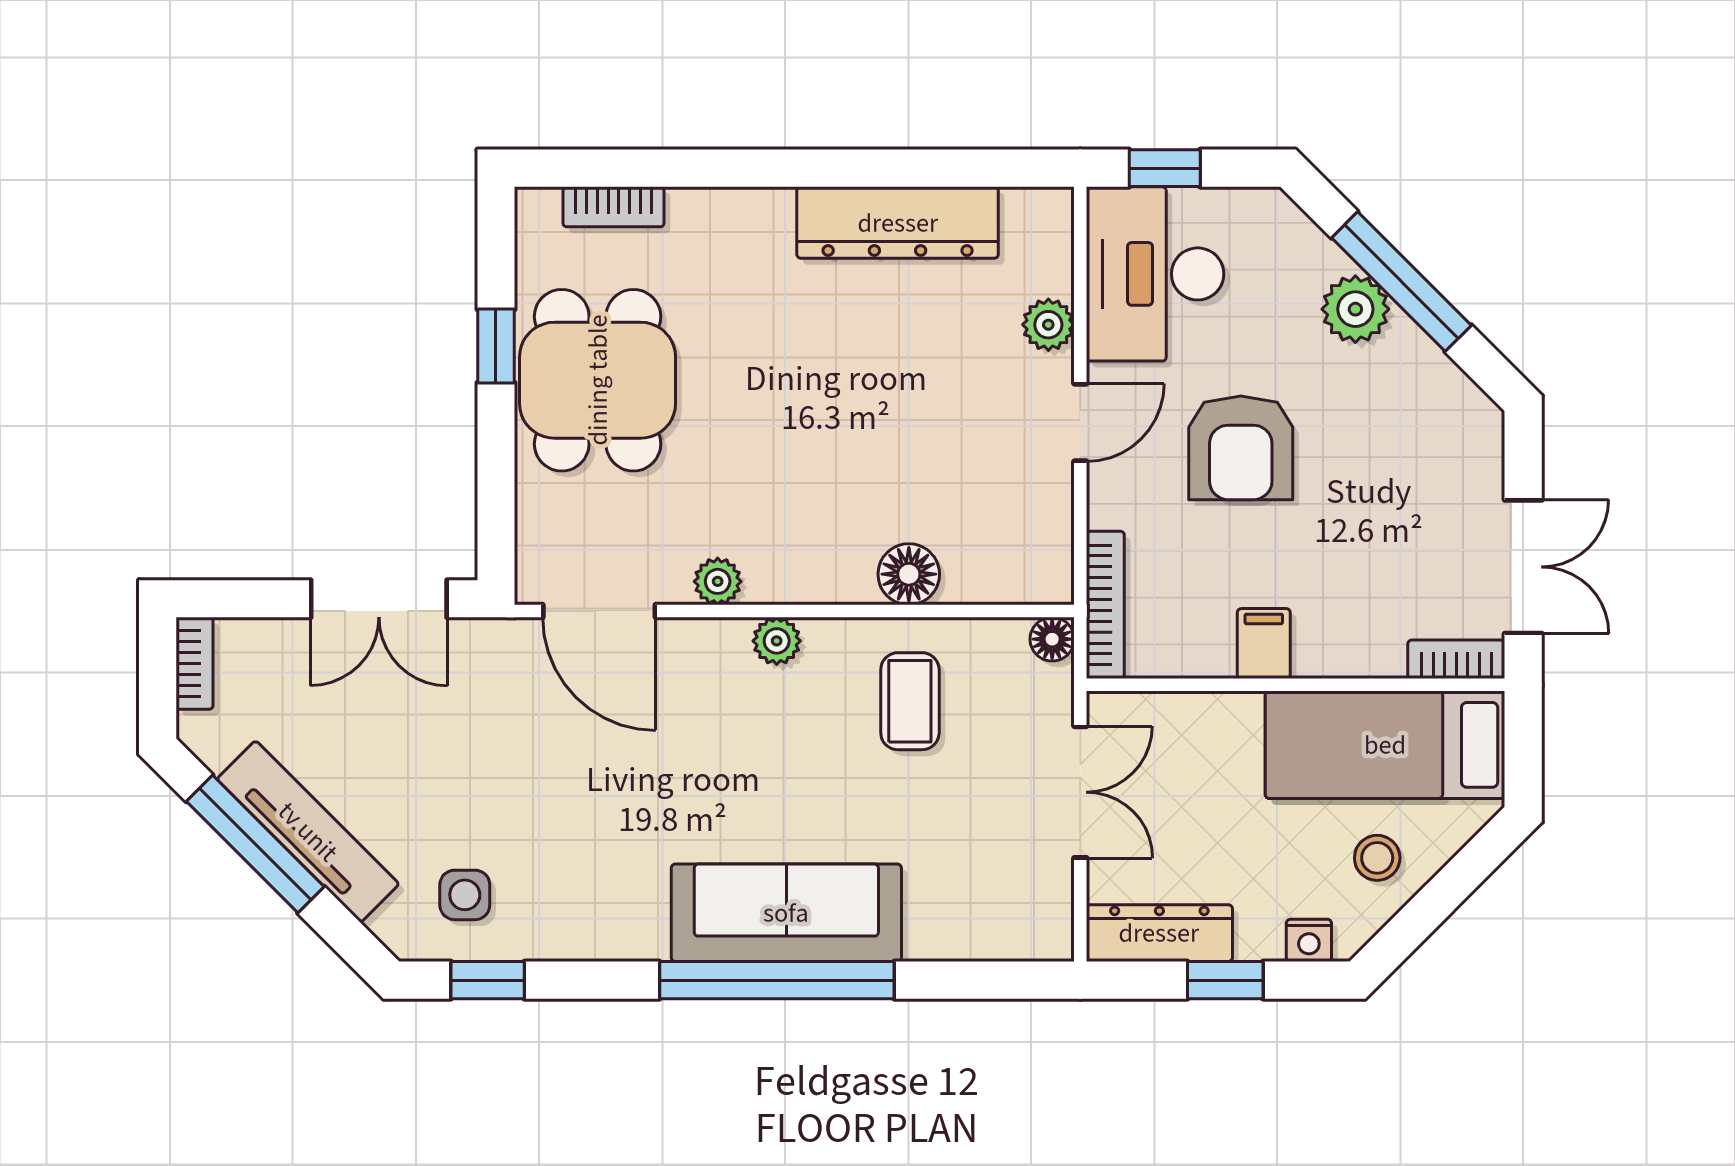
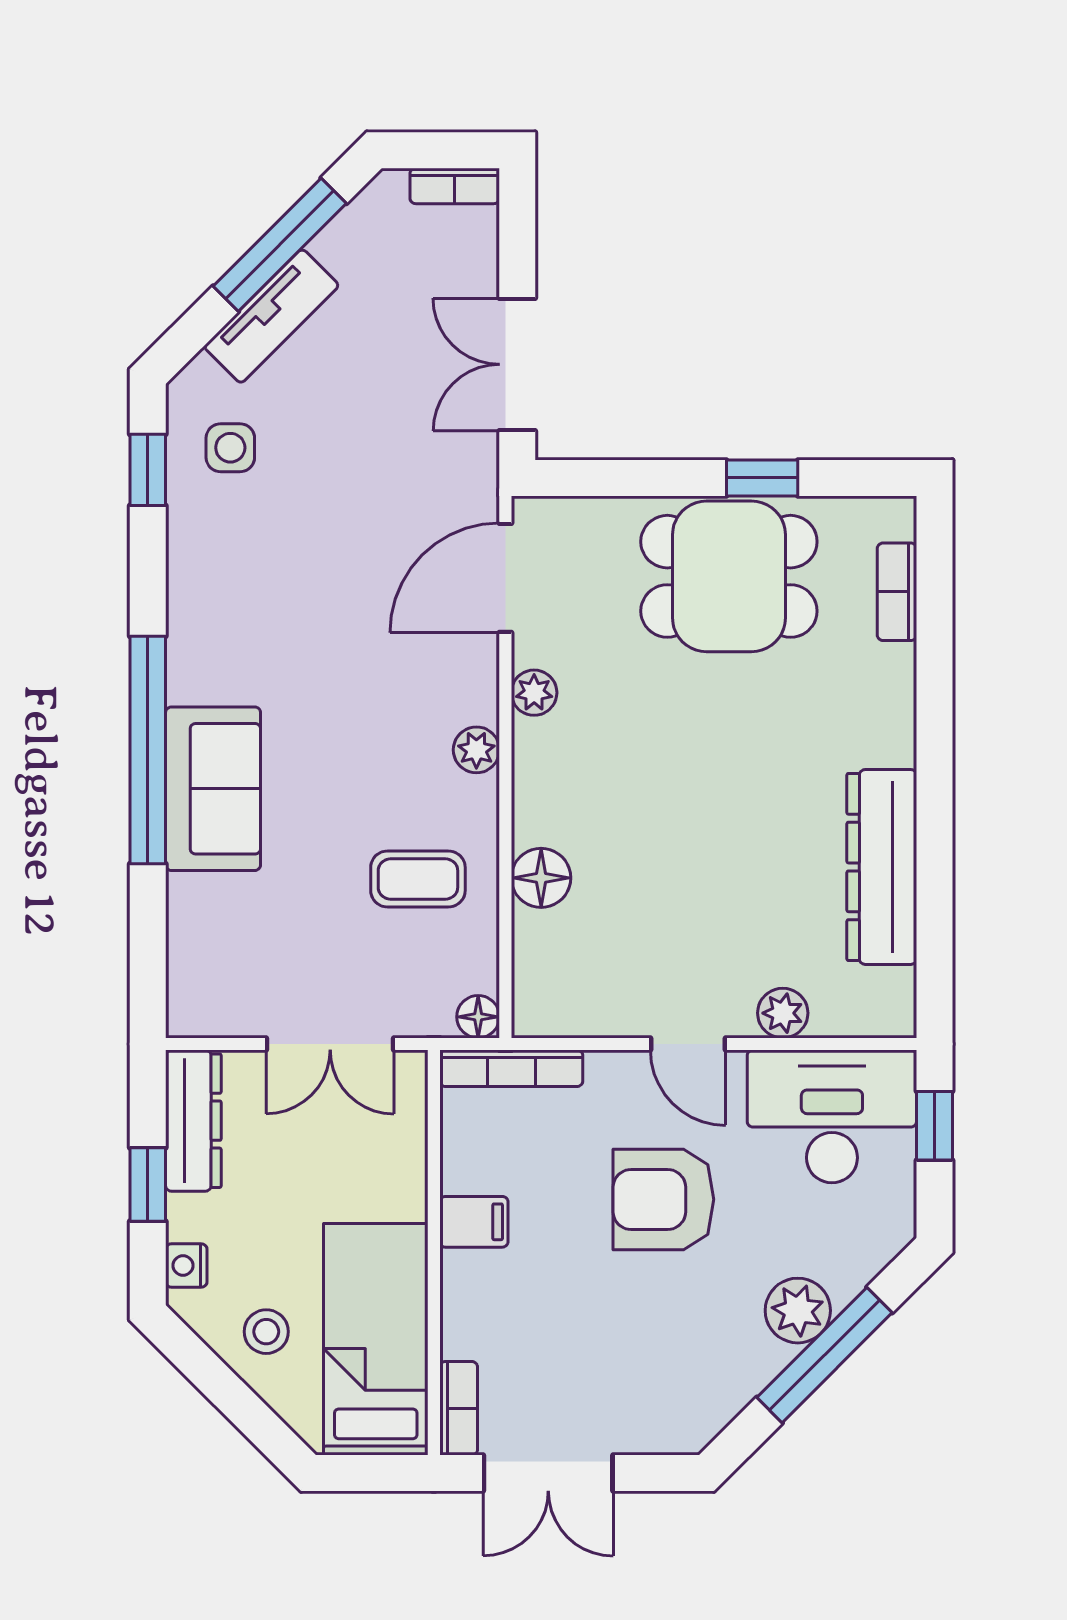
tv unit: (308, 832) -> (271, 316), width x0.71
sofa: (786, 913) -> (213, 789), width x0.73

